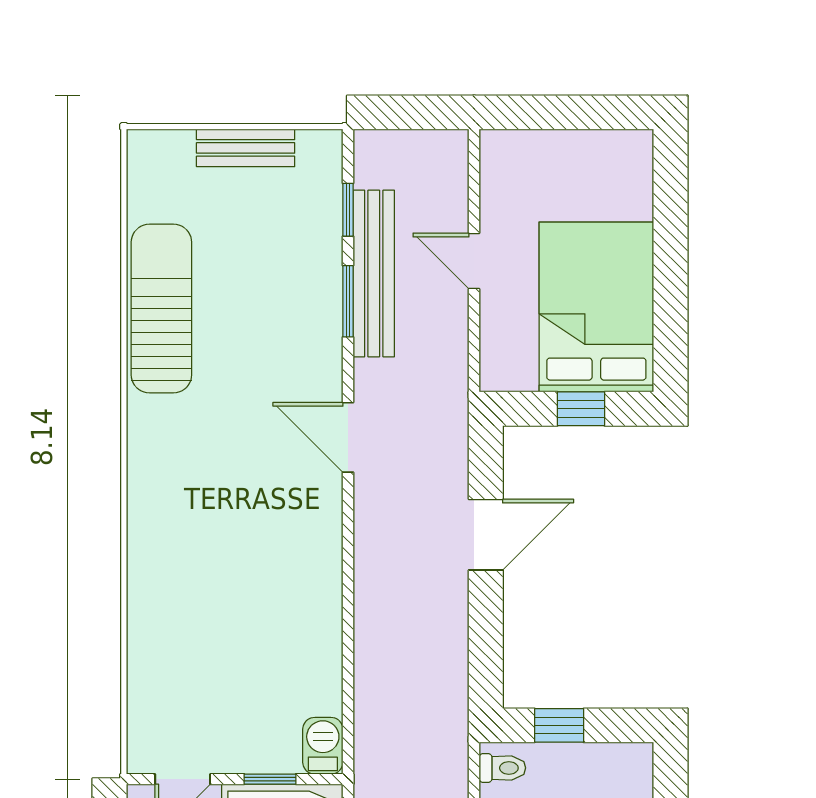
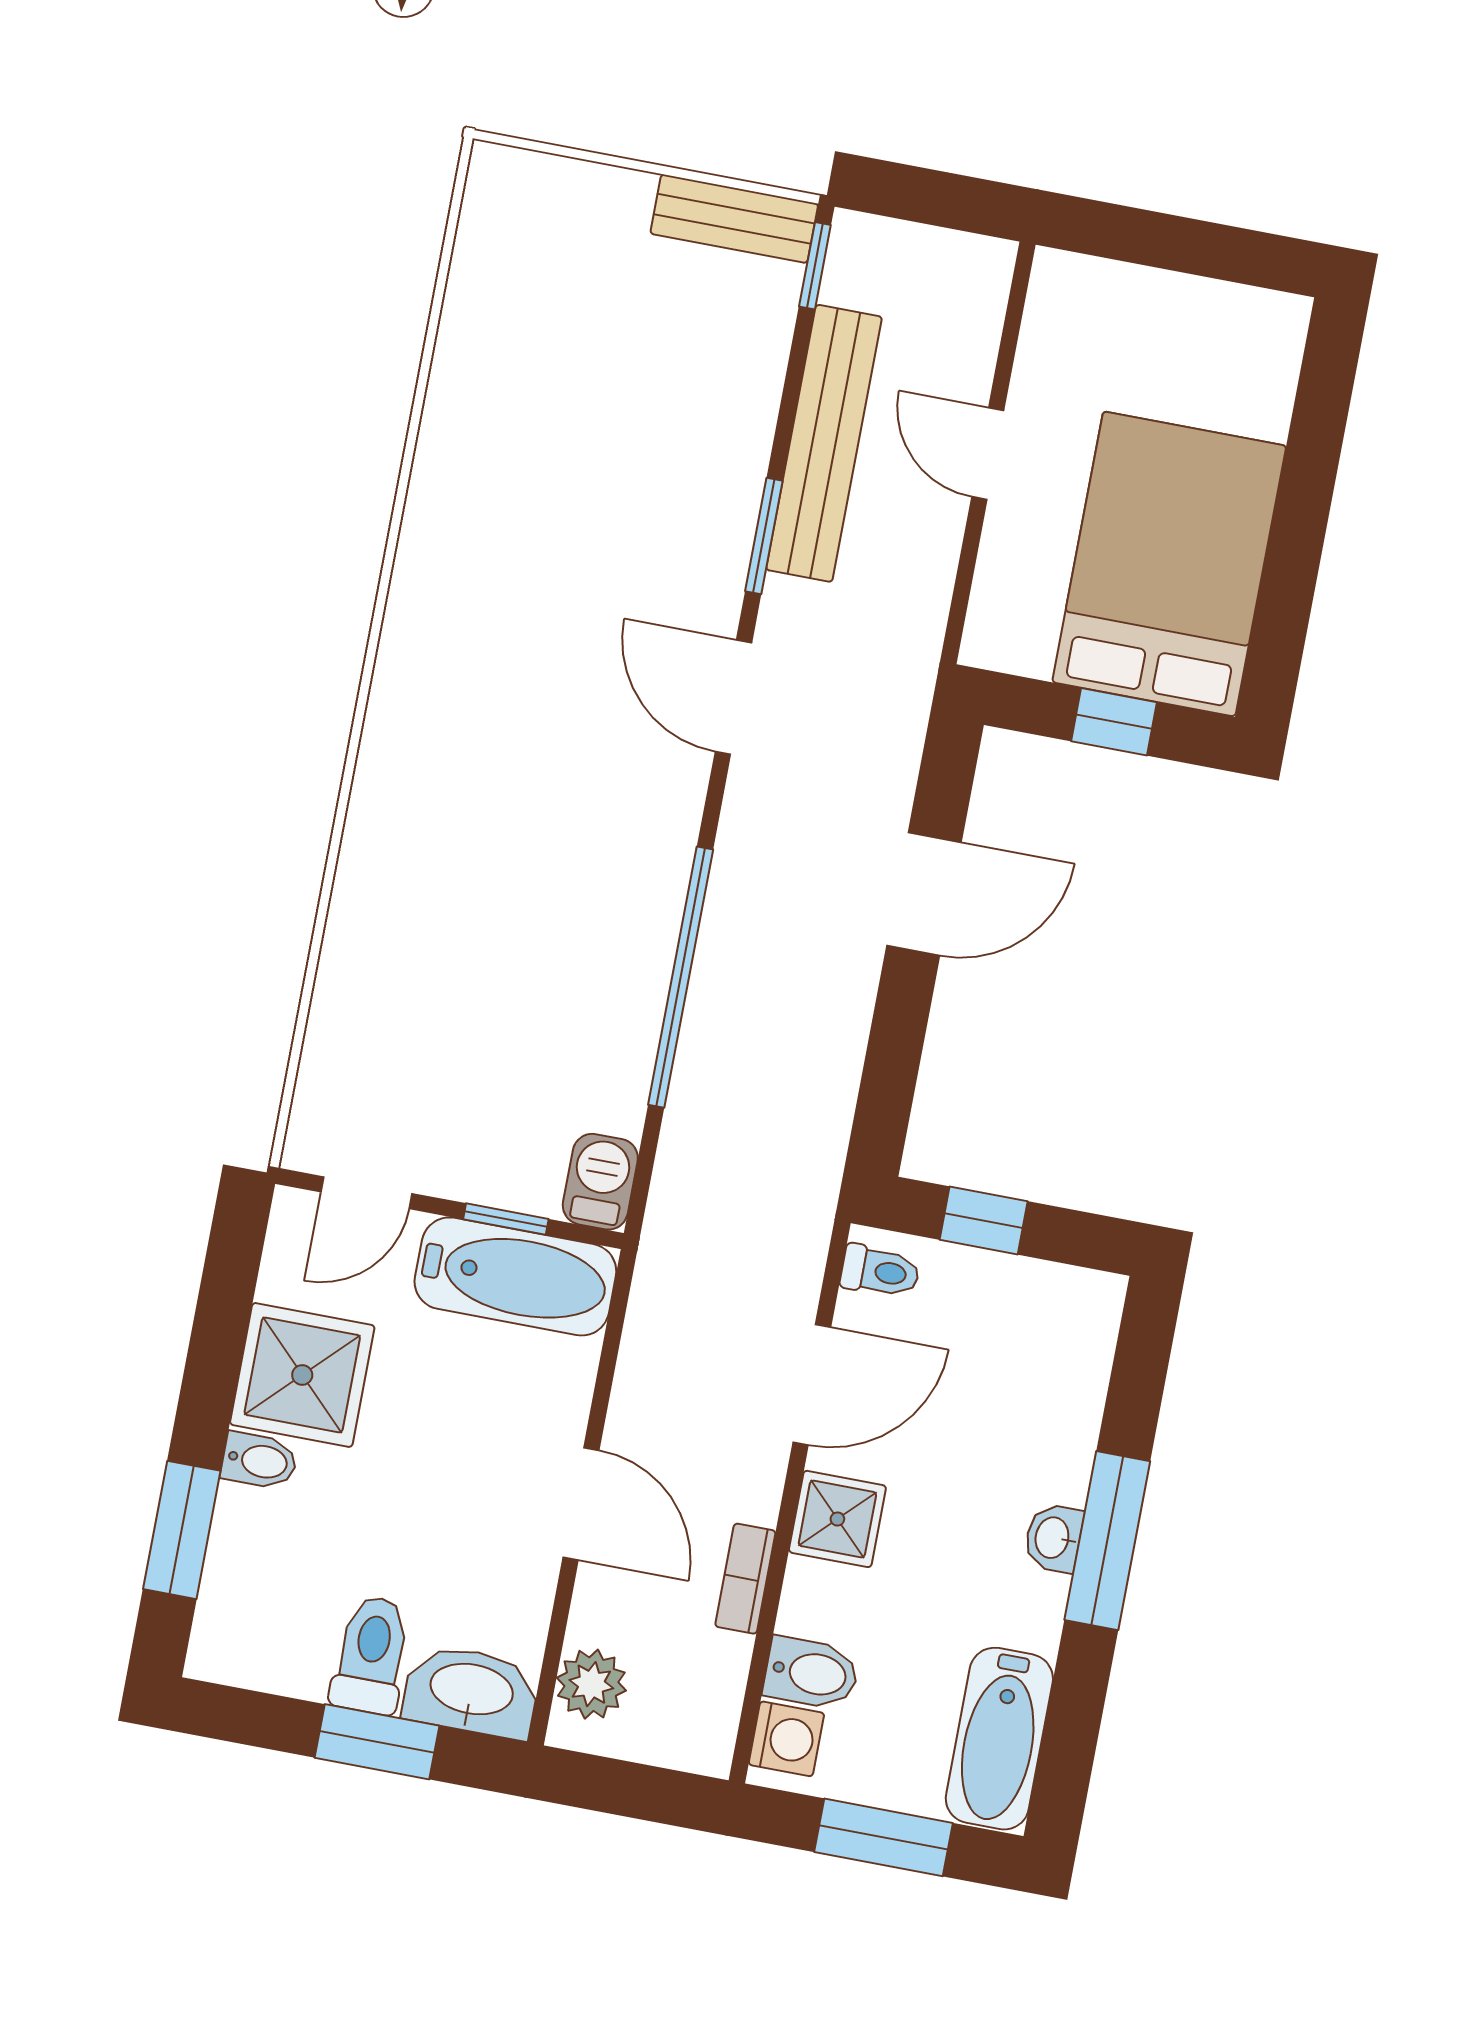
bench: (246, 148) -> (734, 219), moved
window: (348, 210) -> (815, 266), moved
window: (348, 301) -> (764, 536), moved
sun lounger: (161, 309) -> (475, 435), removed
window: (348, 613) -> (681, 977), added

